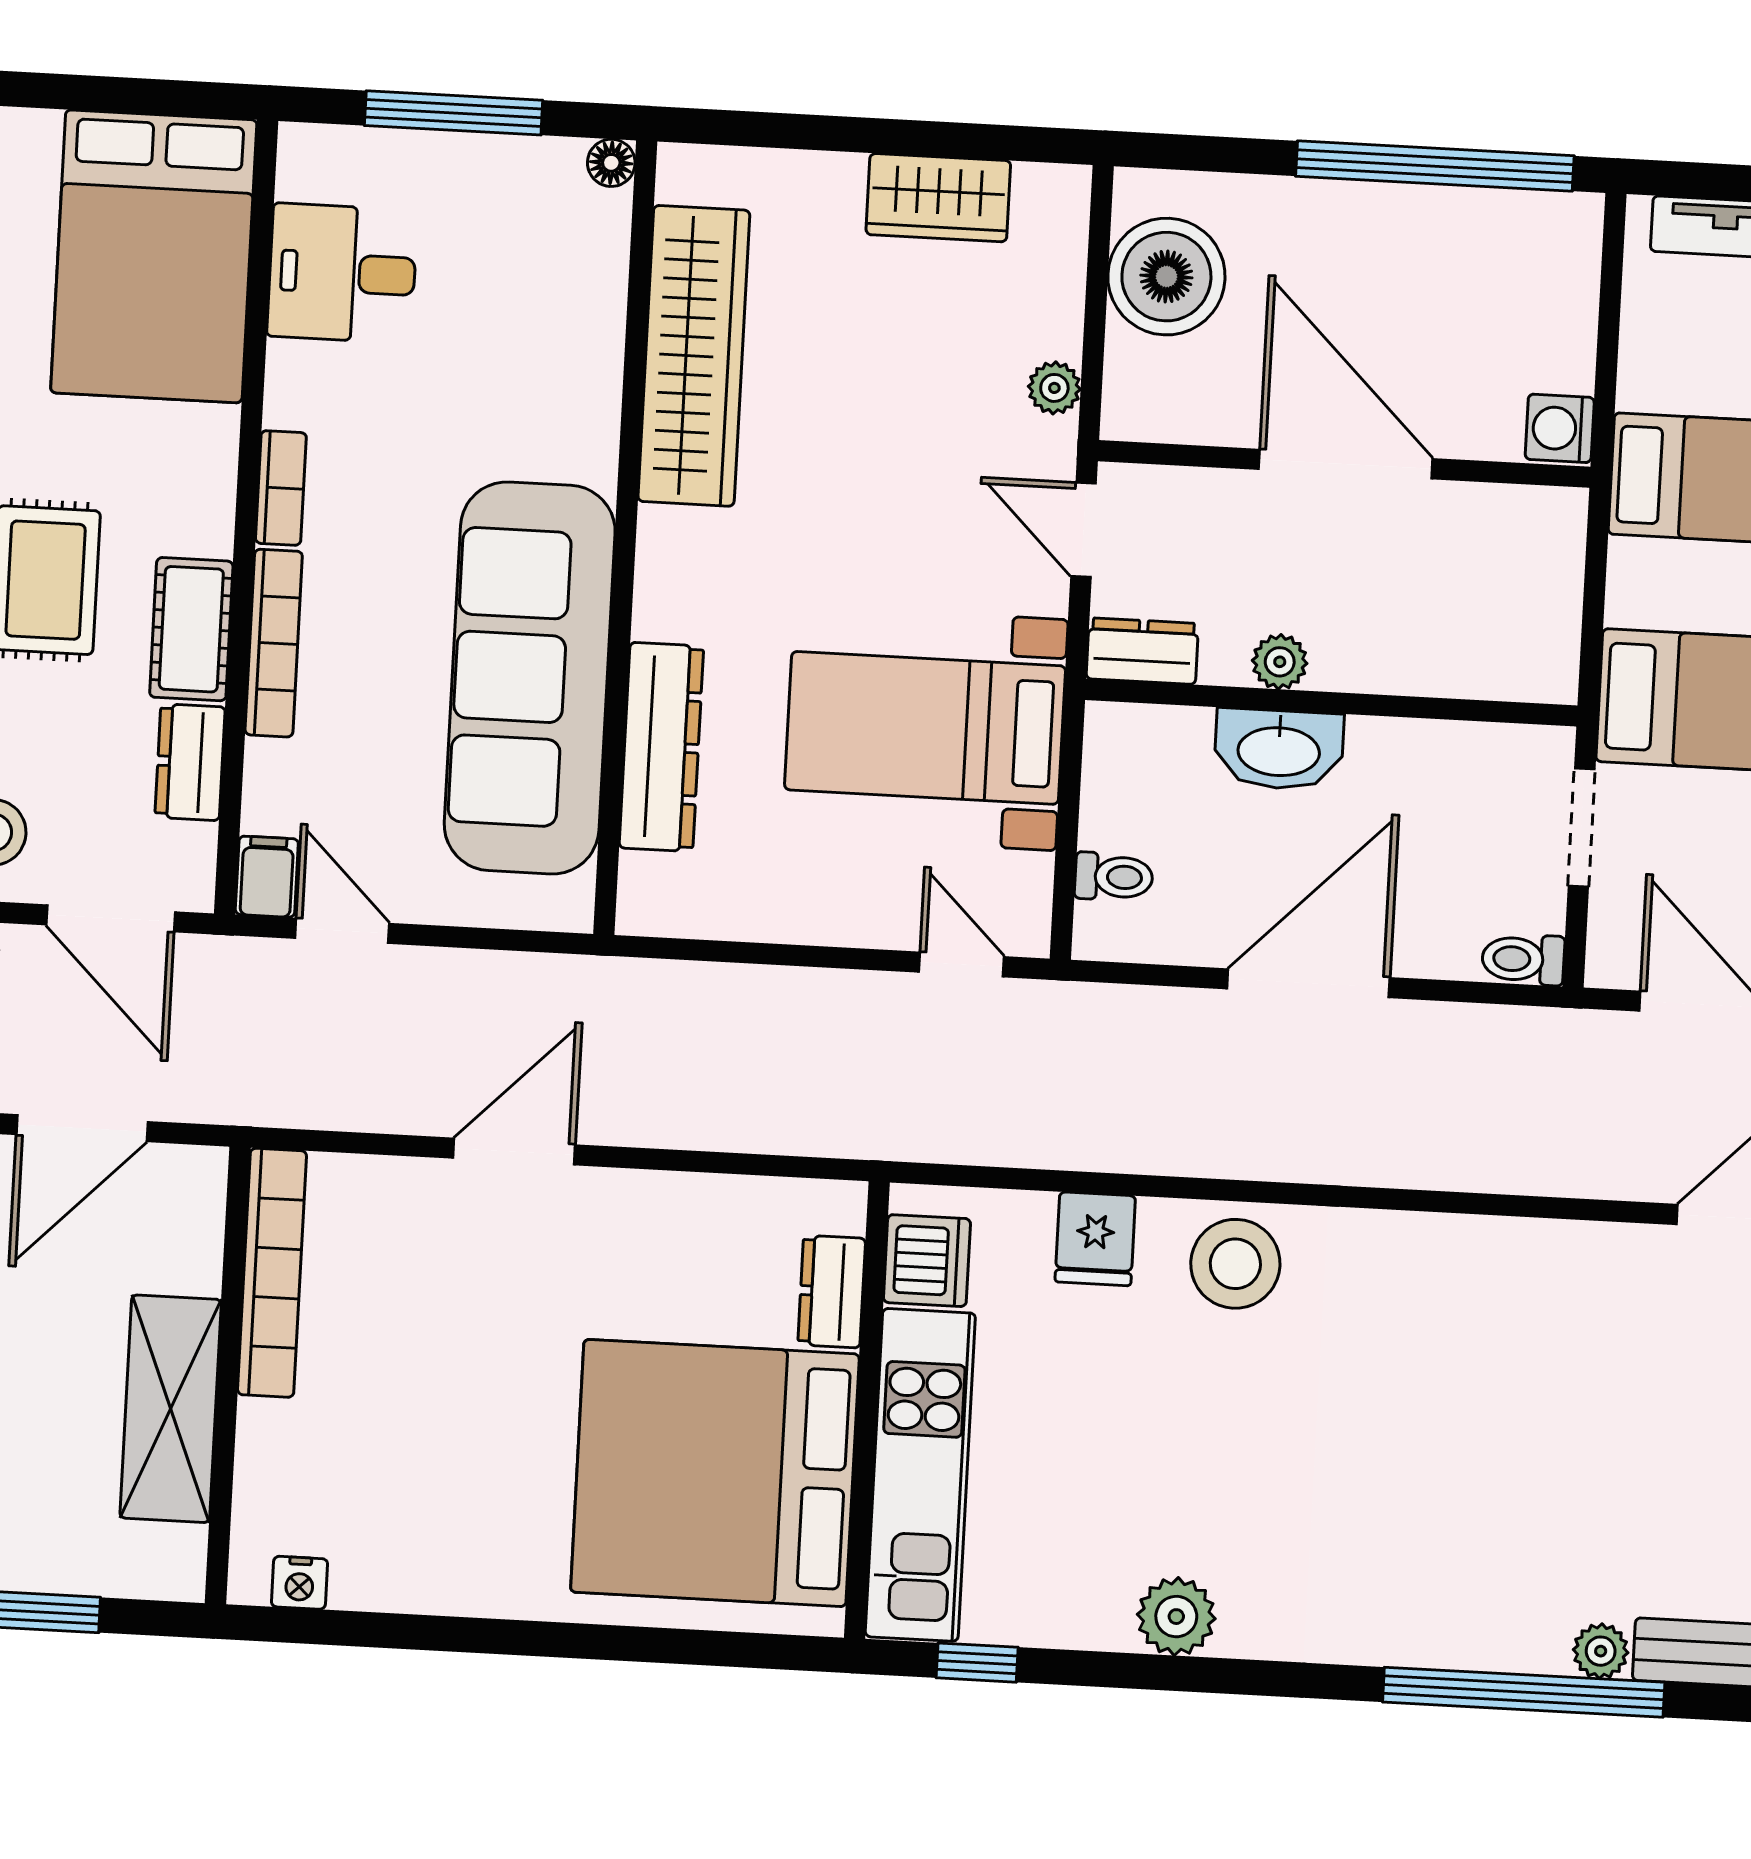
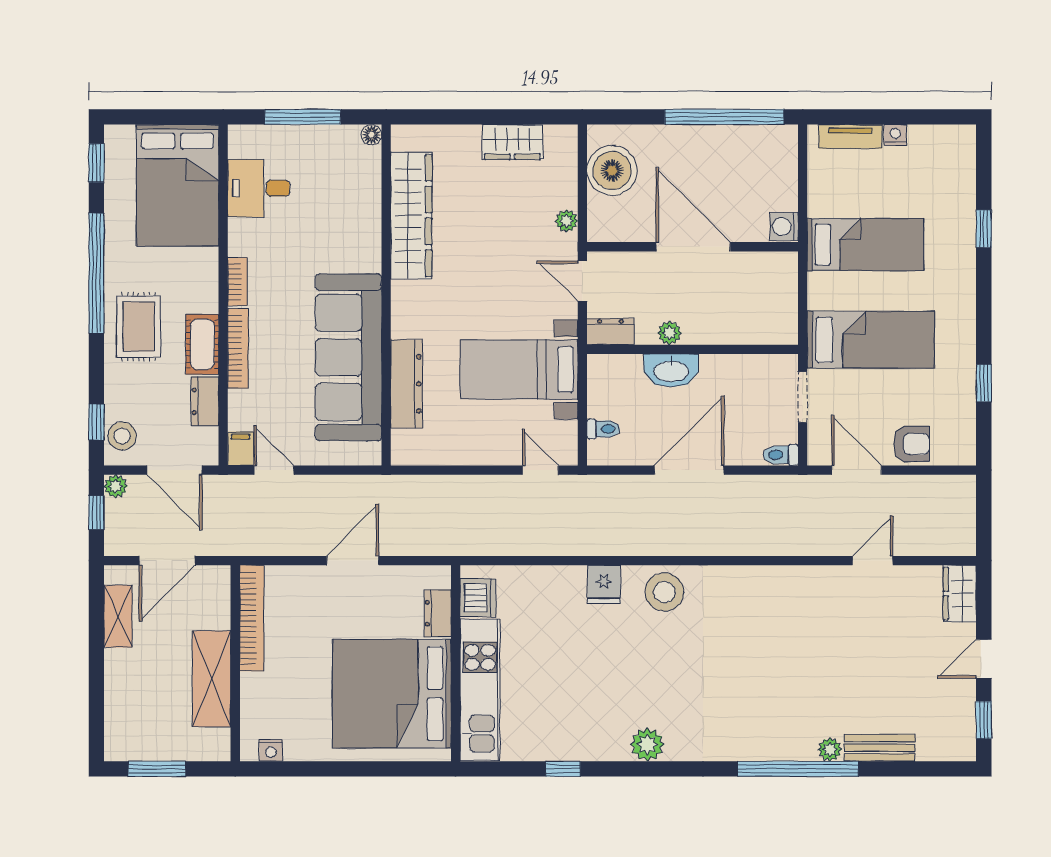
dishwasher: (927, 1261) -> (478, 598), moved
dresser: (832, 1292) -> (438, 613), moved
wall: (867, 1410) -> (456, 663), moved
bed: (715, 1473) -> (392, 694), moved
kitchen unit: (920, 1475) -> (480, 690), moved

